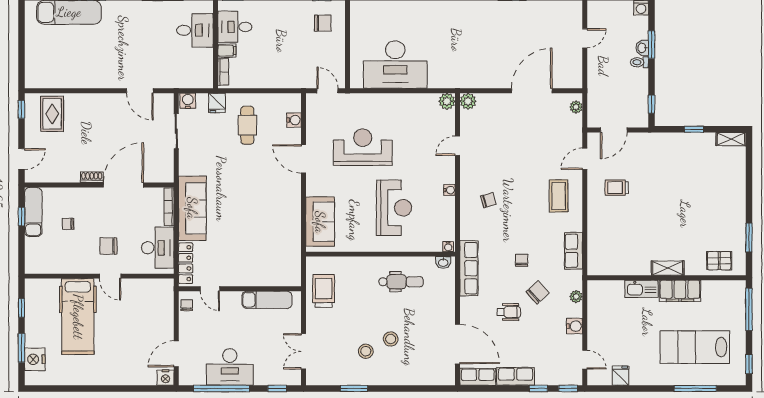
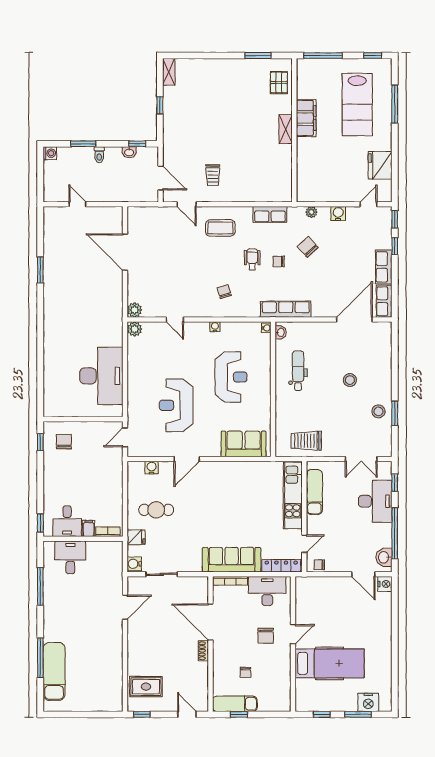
washbasin: (642, 48) -> (129, 152), moved
plant: (576, 107) -> (140, 212), removed
reception desk: (394, 208) -> (231, 377), turned 90
kitchen unit: (263, 276) -> (293, 495), added
kitchen sink: (641, 289) -> (304, 153), removed
wheelchair: (509, 312) -> (252, 259), moved
stool: (366, 351) -> (378, 411), moved
desk: (230, 367) -> (375, 501), moved
fridge: (620, 376) -> (380, 165), width x1.88, depth x1.34
washbasin: (195, 377) -> (384, 557), added

